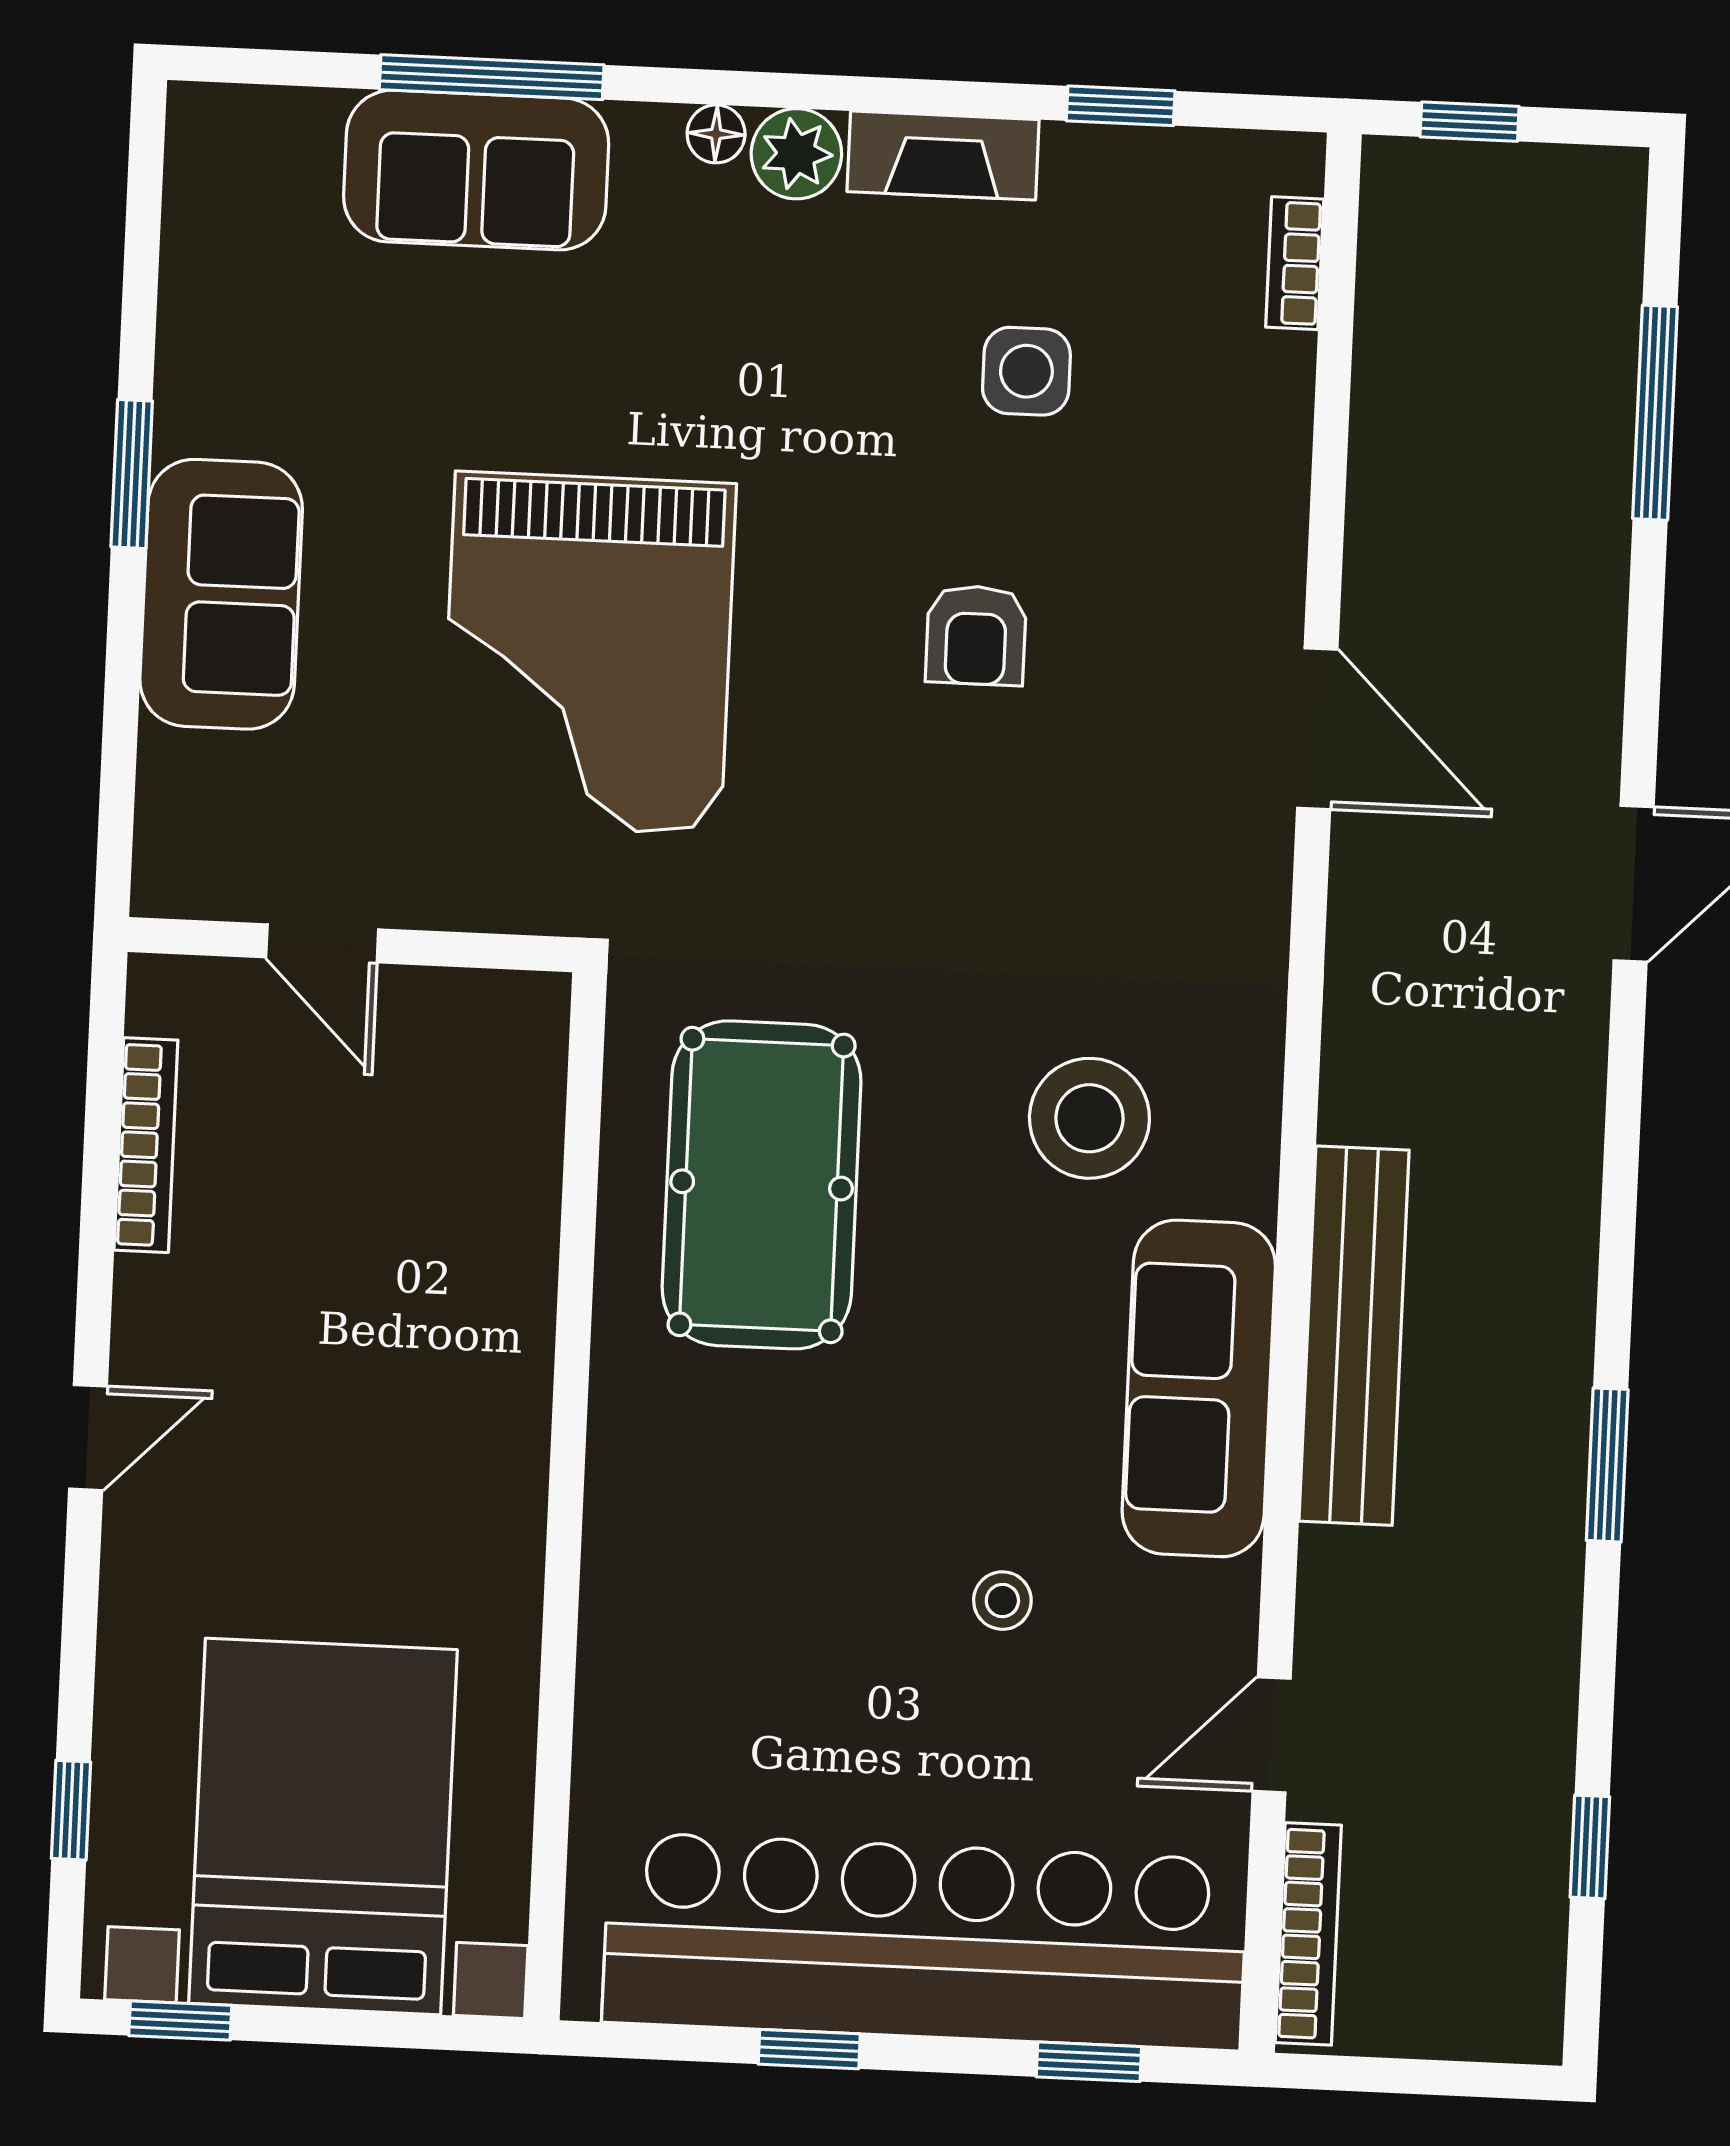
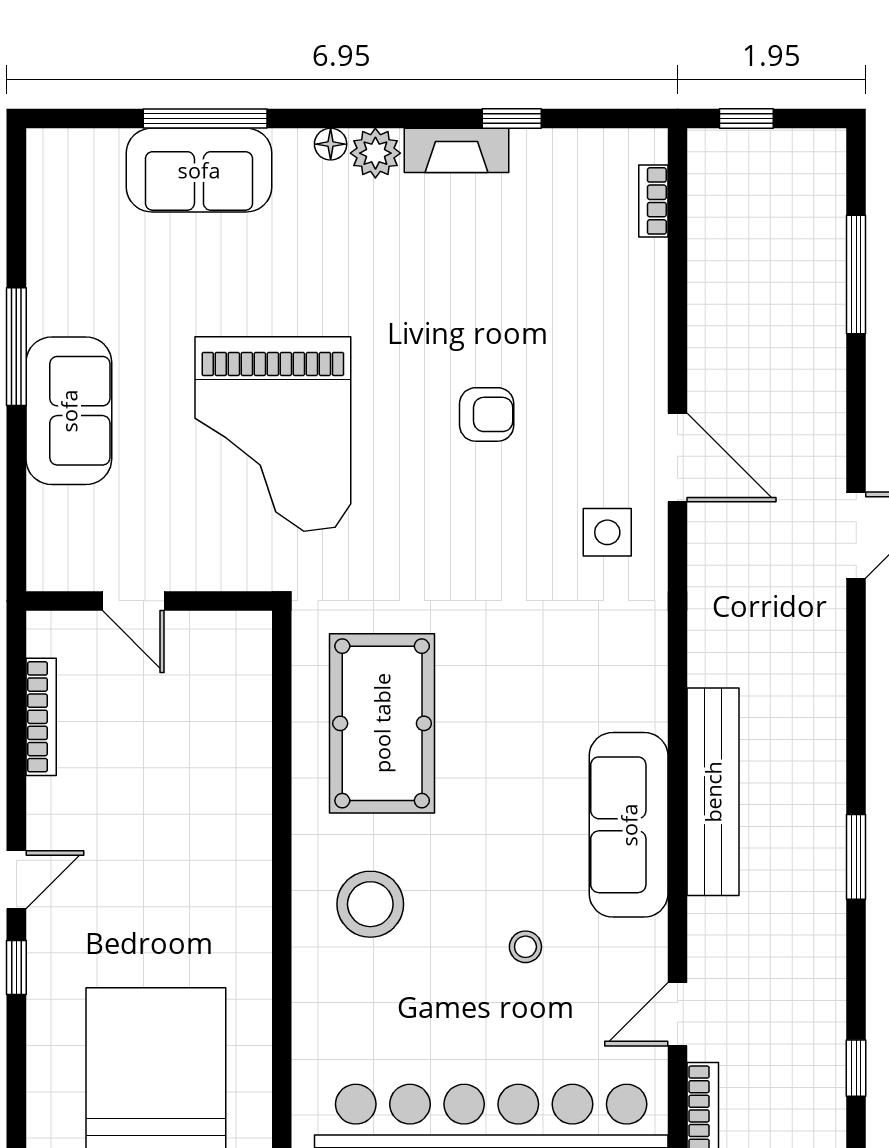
window: (1121, 106) -> (512, 118), moved
side table: (1026, 371) -> (607, 532), moved
window: (132, 474) -> (16, 347), width x1.44
armchair: (976, 635) -> (487, 414), turned -90
stool: (1089, 1118) -> (370, 904), moved
window: (71, 1810) -> (16, 967), moved

